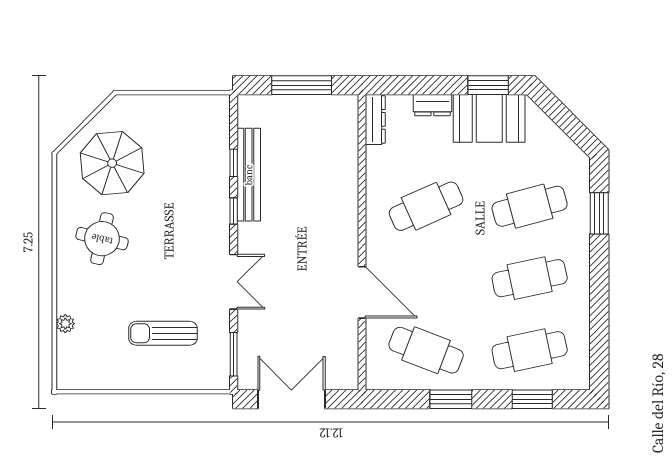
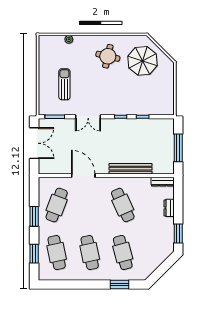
booth: (489, 118) -> (163, 234), removed
bench: (249, 175) -> (131, 169), moved
door: (362, 292) -> (83, 176), swing flipped

